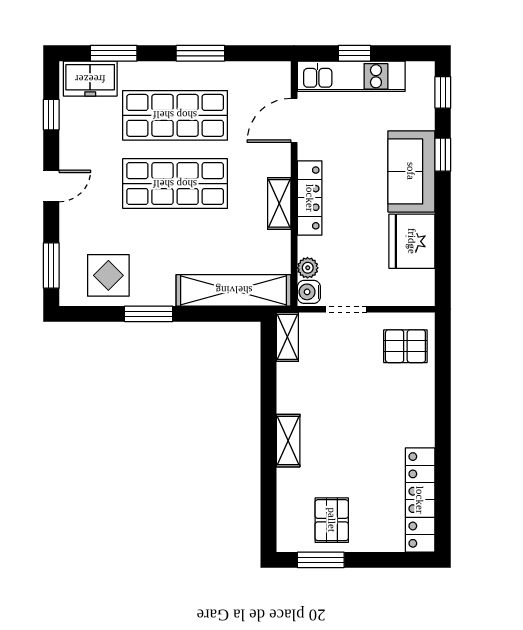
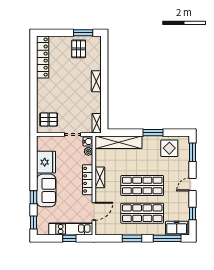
window: (114, 53) -> (167, 238), width x1.44

